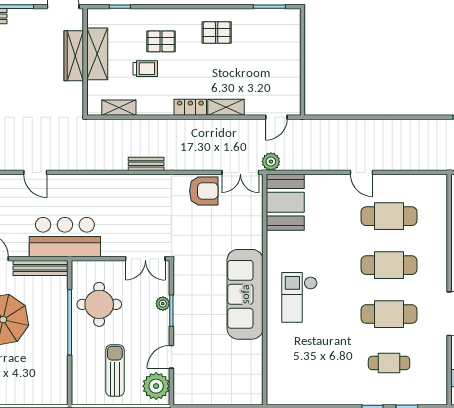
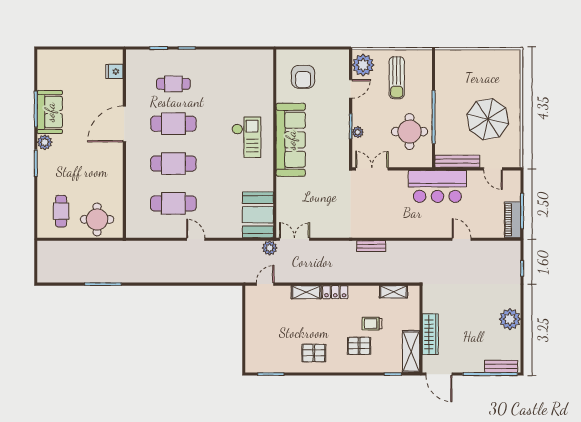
shelving: (97, 54) -> (411, 352), moved
armchair: (204, 191) -> (303, 77), moved, turned -90

